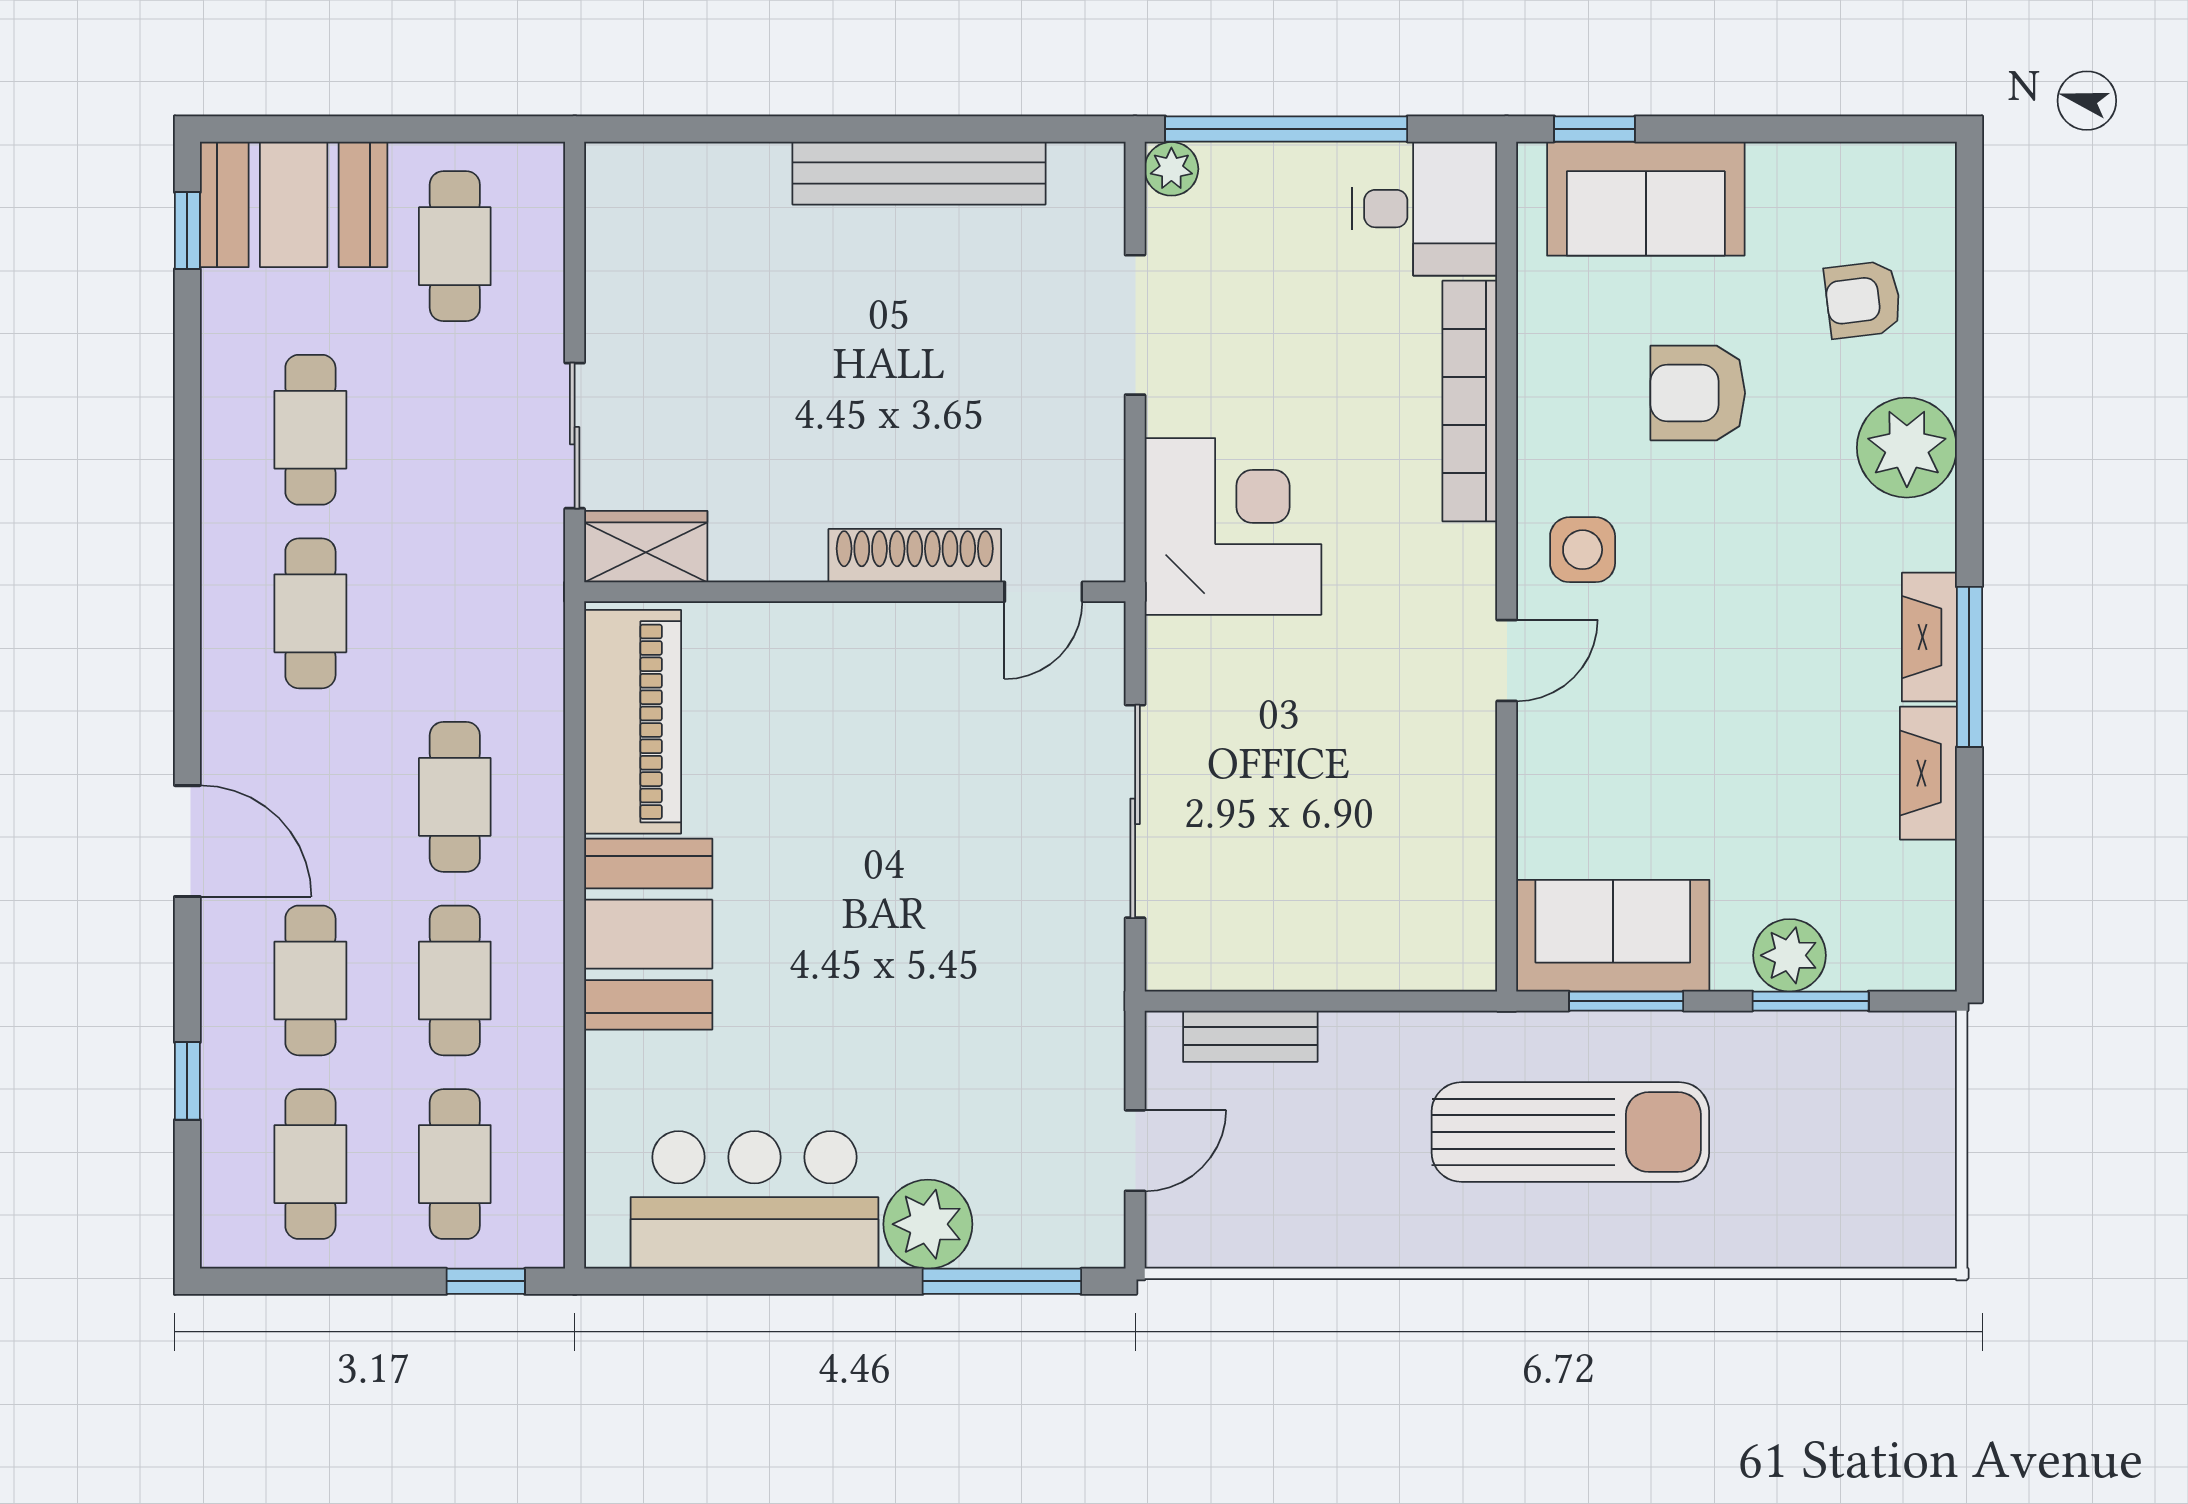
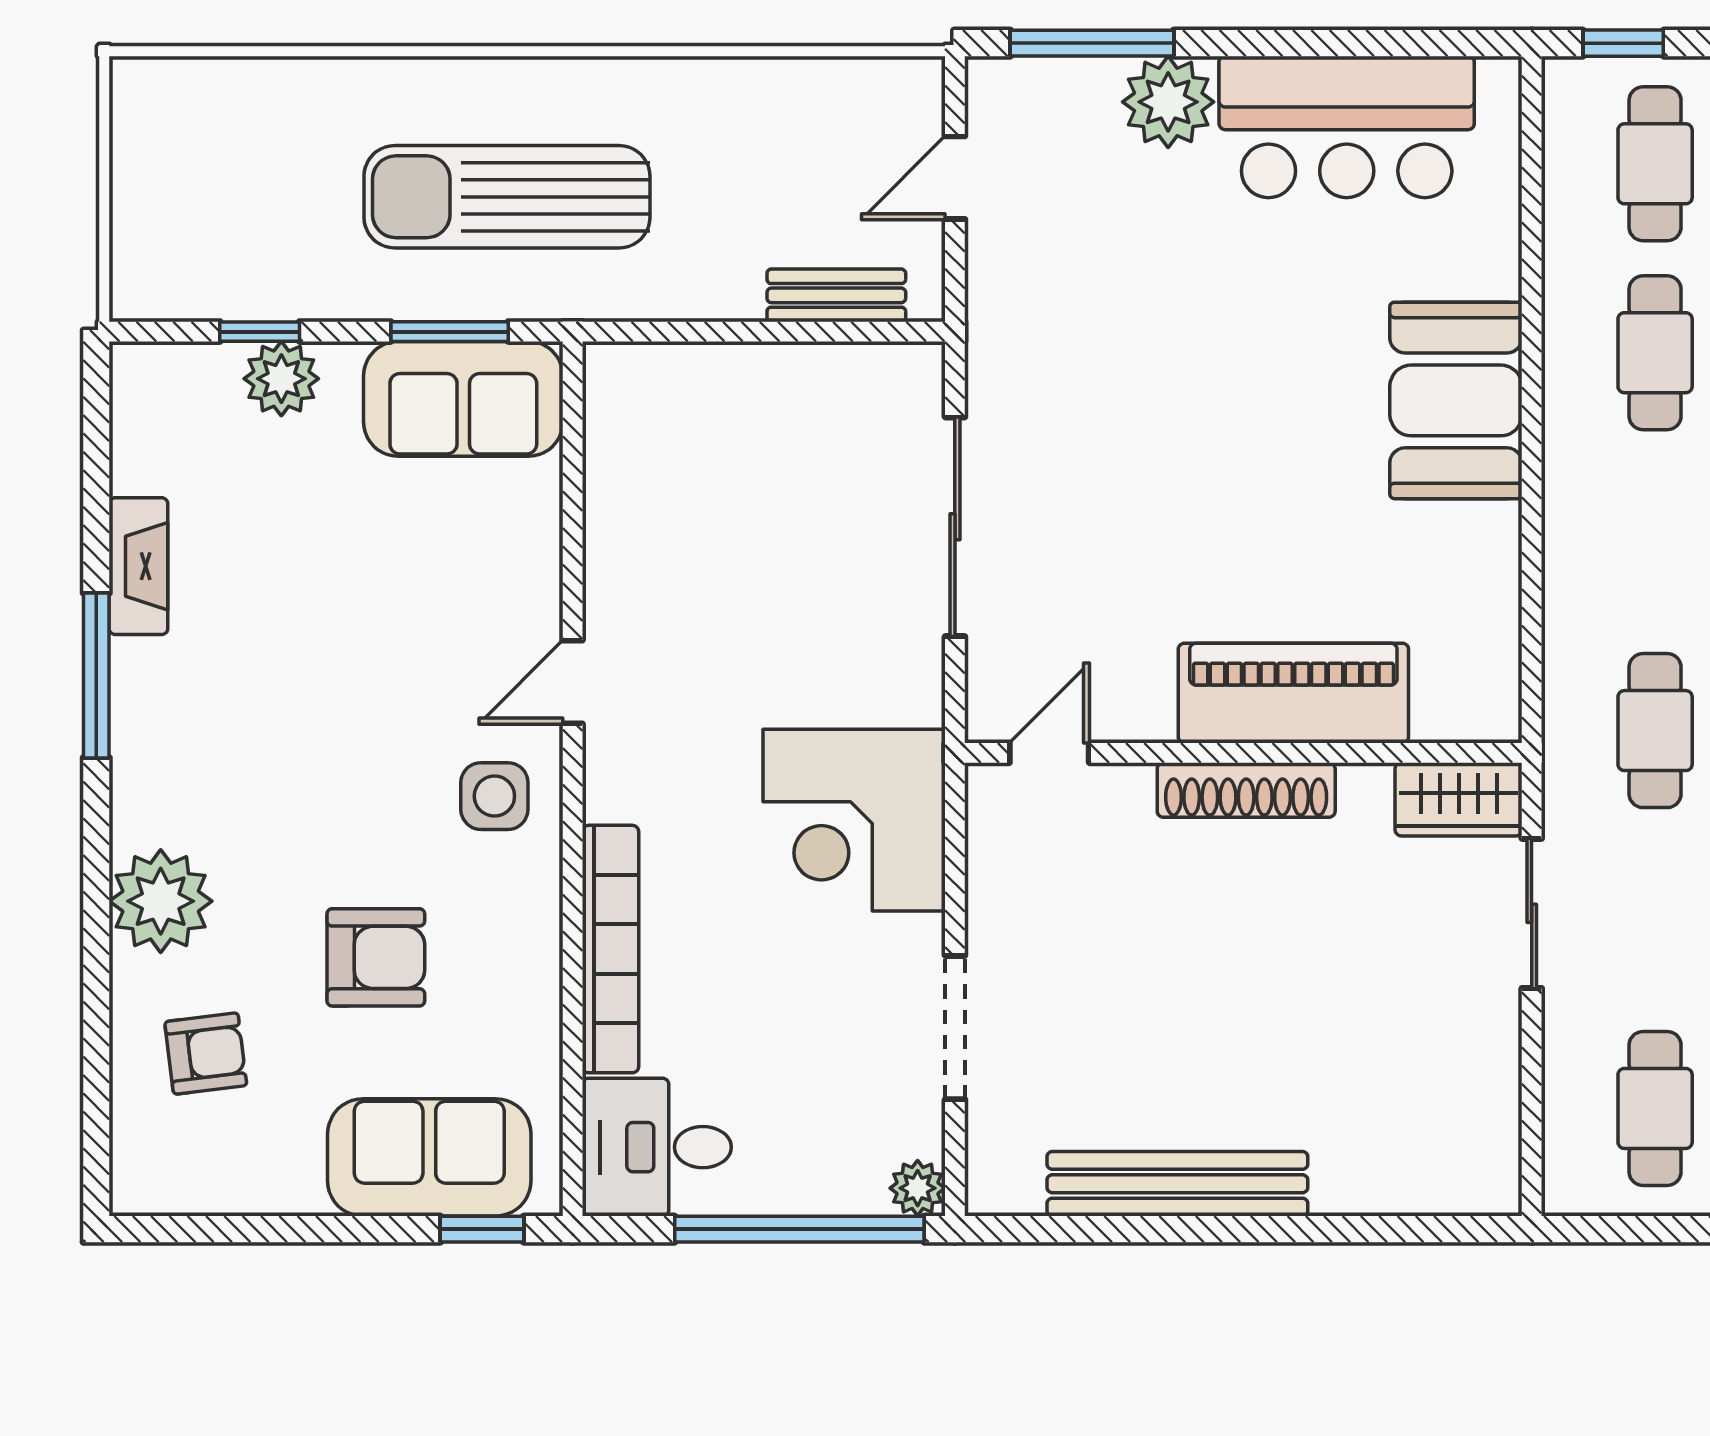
shoe rack: (915, 556) -> (1246, 790), moved
fireplace: (1929, 637) -> (137, 706), removed
piano: (633, 722) -> (1293, 693), moved, turned 90
cafe table: (455, 797) -> (1655, 731), moved
window: (1811, 1001) -> (260, 332), width x0.67

